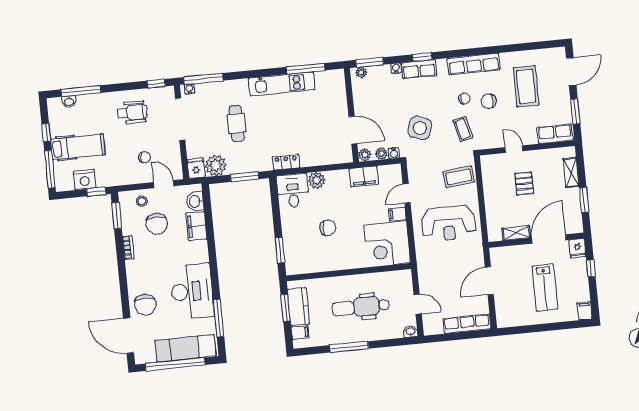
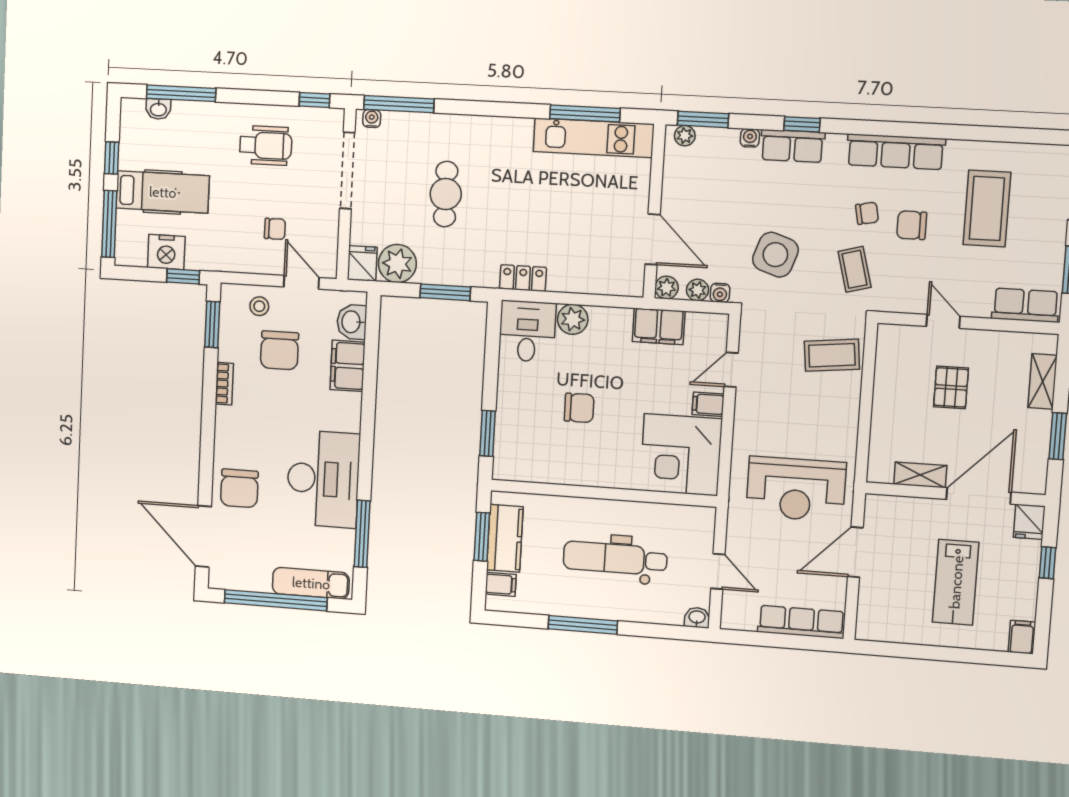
kitchen unit: (282, 84) -> (594, 138), moved
reception desk: (449, 224) -> (796, 489), moved
exam couch: (185, 348) -> (311, 583), width x0.73, depth x0.69

